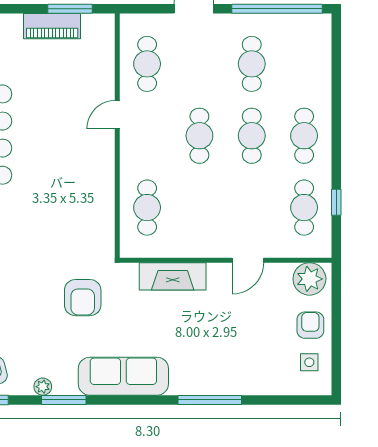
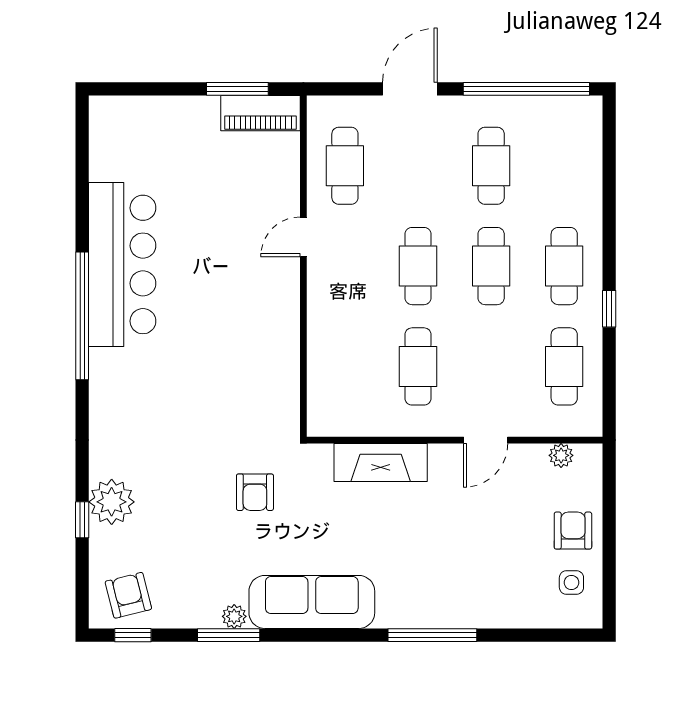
piano: (52, 26) -> (260, 113), moved
window: (336, 202) -> (609, 309), moved
cafe table: (147, 208) -> (418, 366), moved
plant: (309, 279) -> (561, 455), width x0.53, depth x0.53
armchair: (83, 298) -> (255, 492), width x0.72, depth x0.72
plant: (43, 387) -> (234, 616), moved

